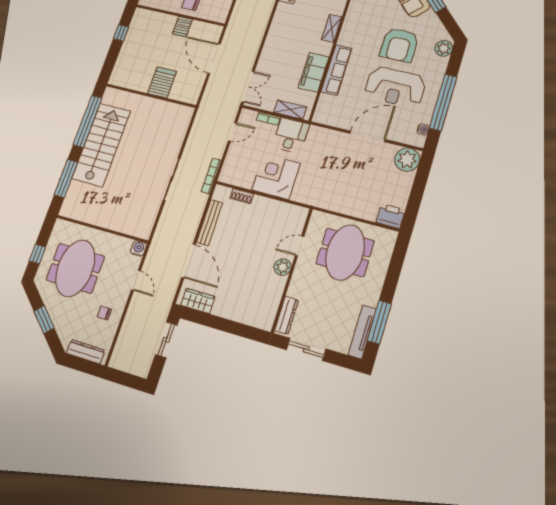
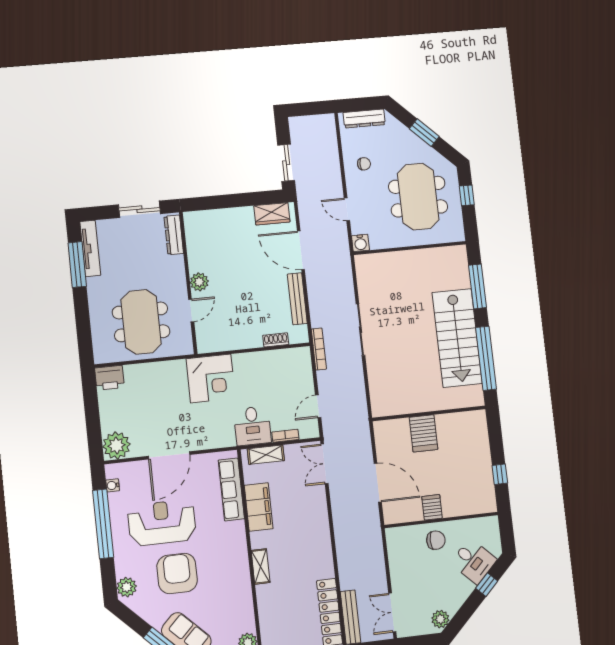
row of seats: (336, 70) -> (231, 489), moved
corner desk: (276, 177) -> (211, 378), moved

